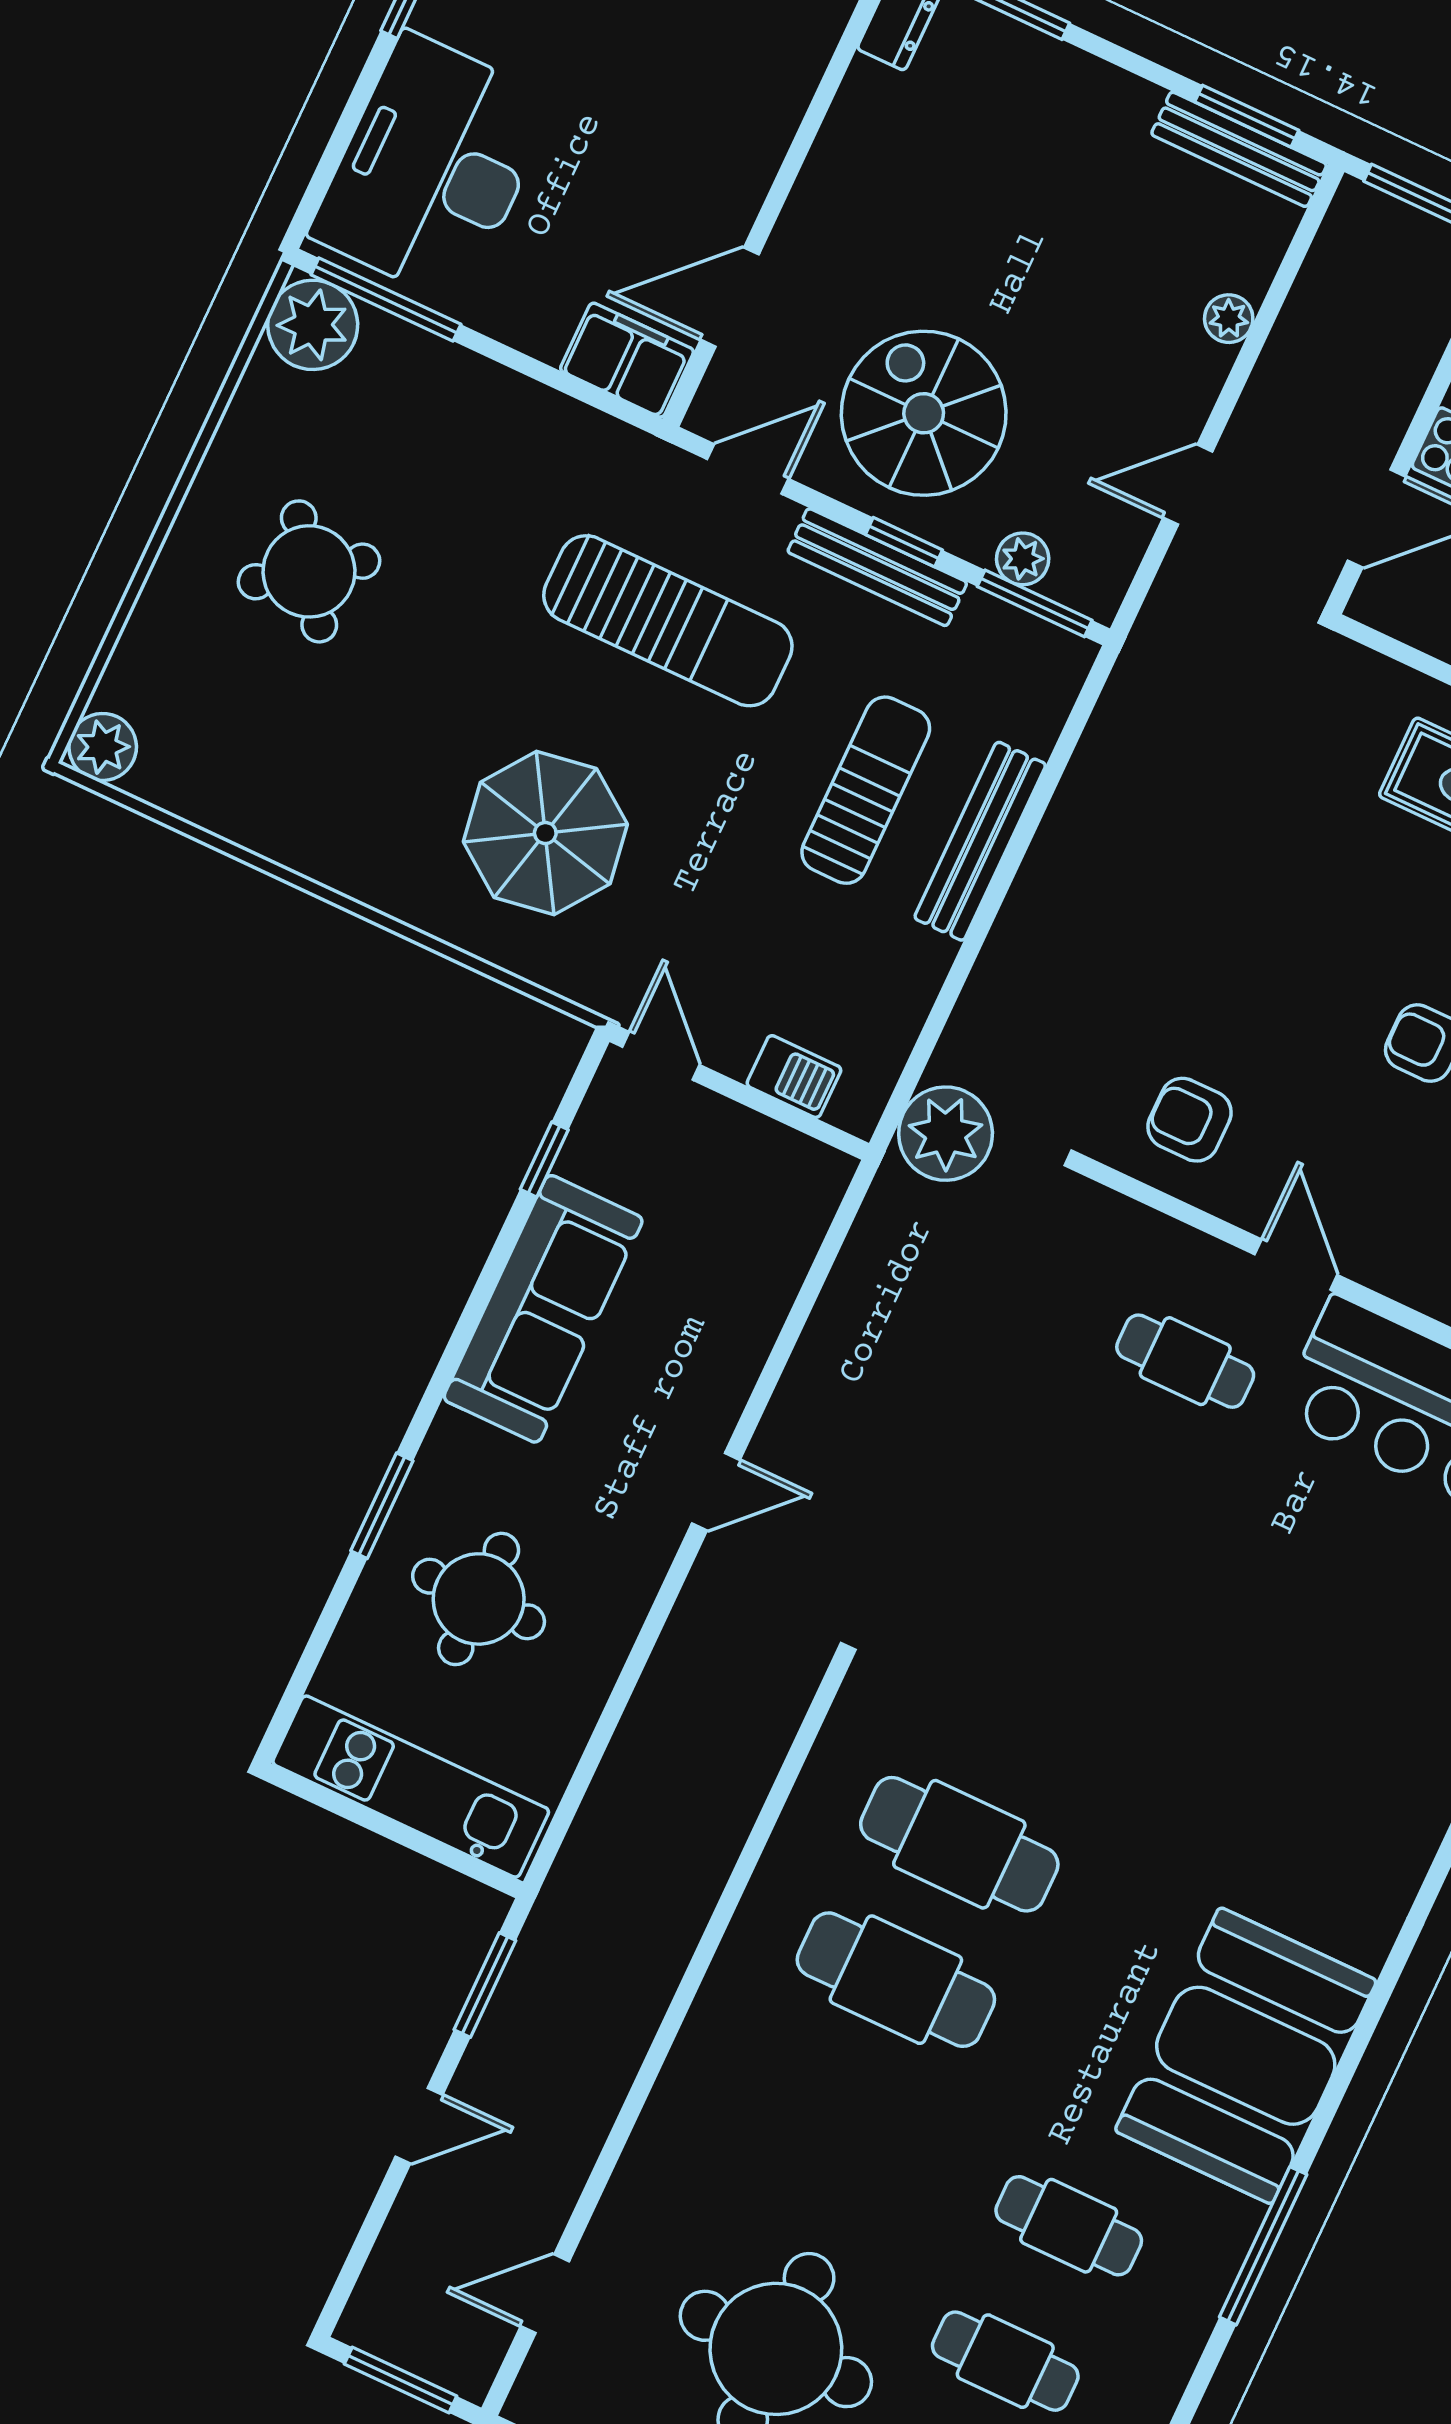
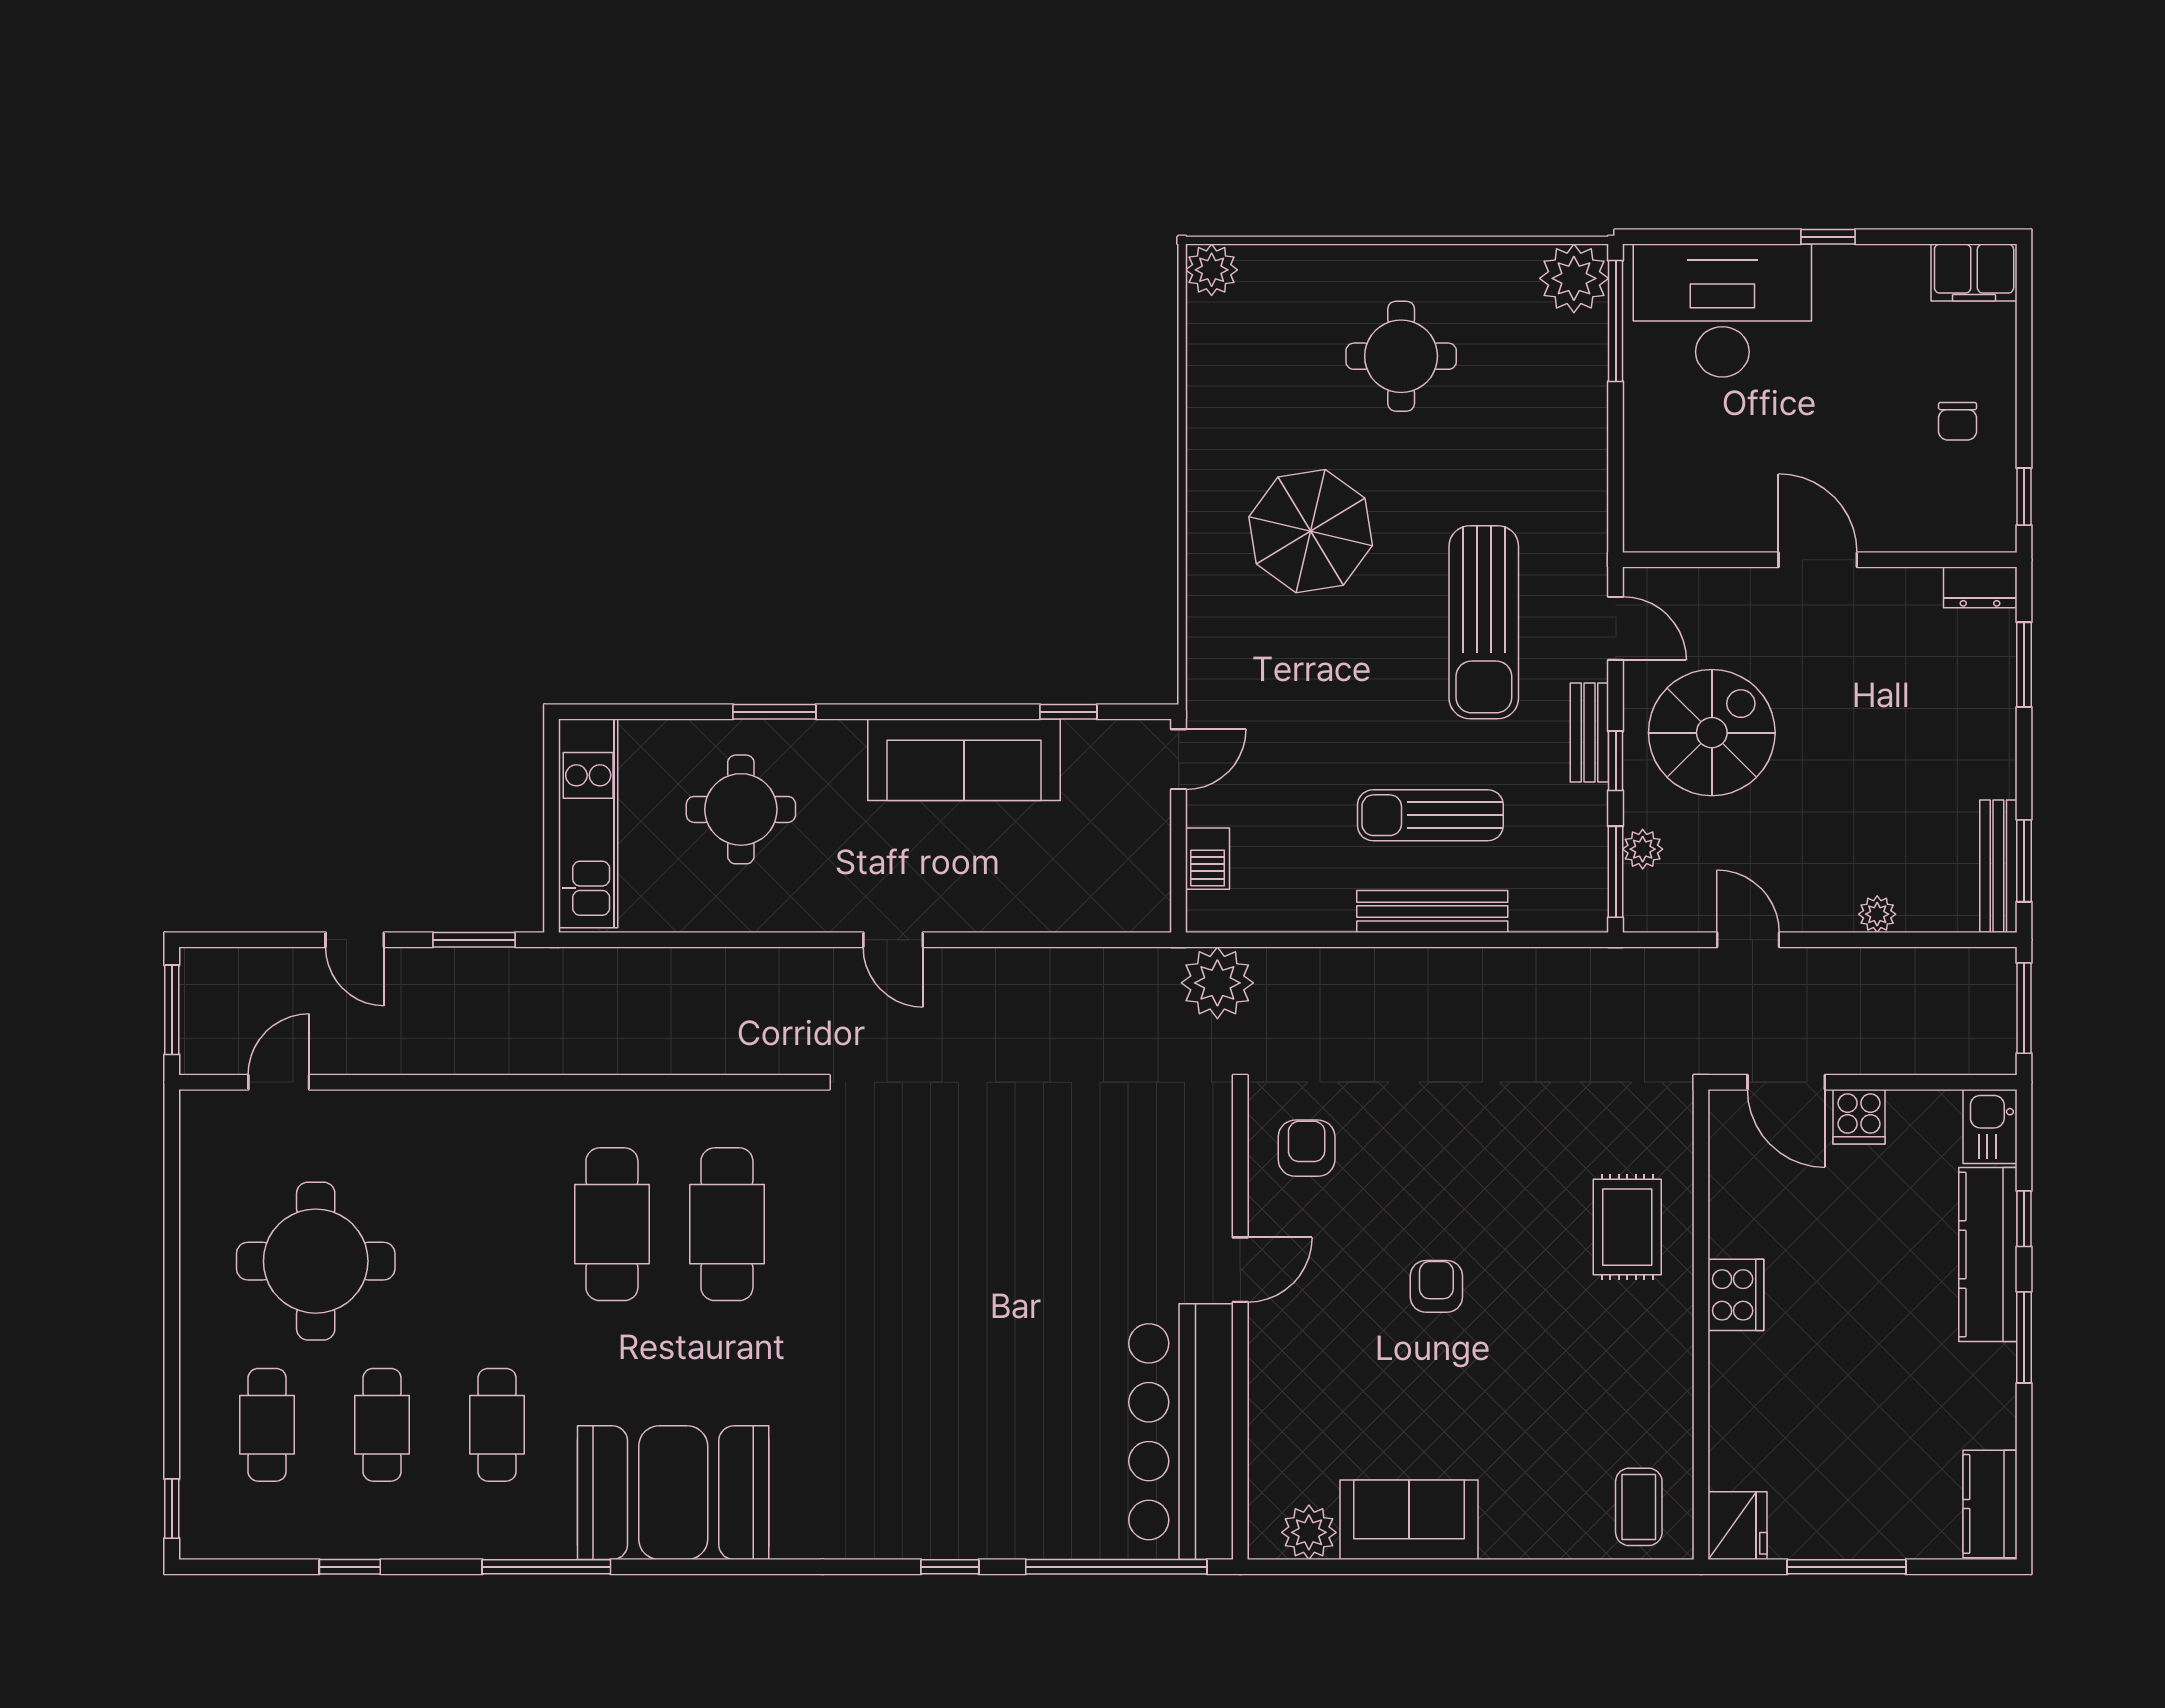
door: (730, 297) -> (1818, 560), moved
filing cabinet: (627, 360) -> (1652, 509), removed
bench: (877, 567) -> (1589, 732), width x0.73
round table: (309, 571) -> (1401, 356), turned 36
sun lounger: (866, 790) -> (1430, 815), turned 180
parasol: (545, 833) -> (1311, 531), moved
cafe table: (1185, 1361) -> (1137, 1224), removed
door: (545, 2294) -> (279, 1082), hinge flipped

